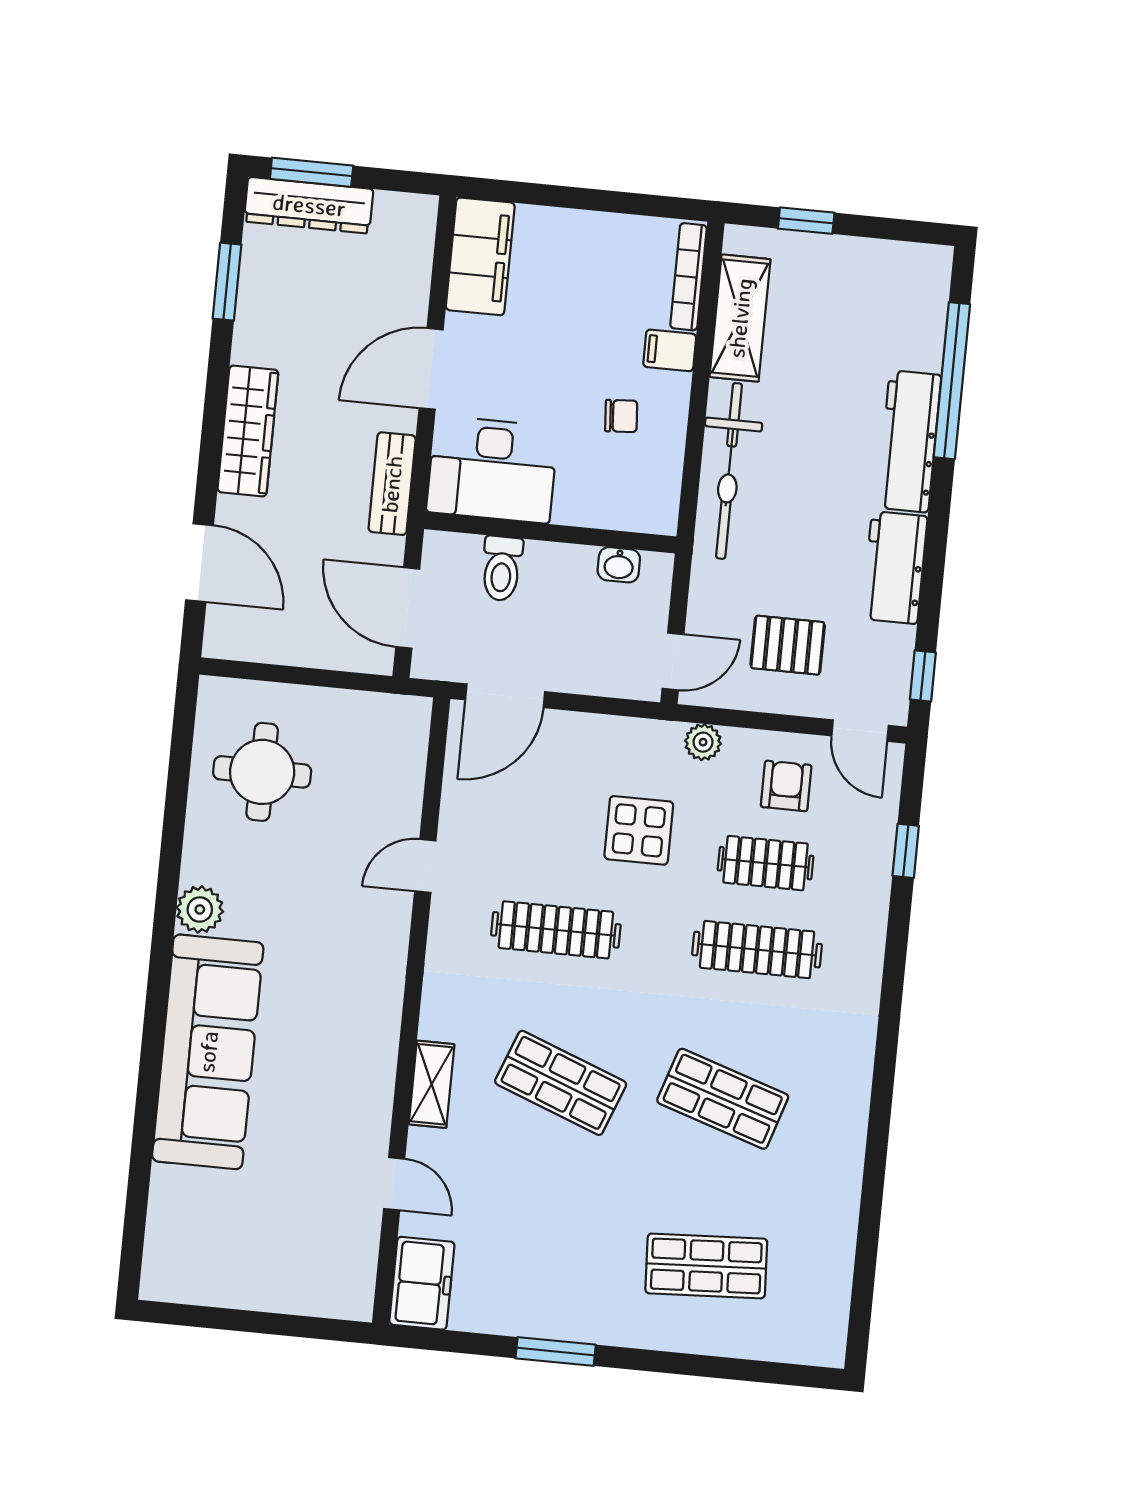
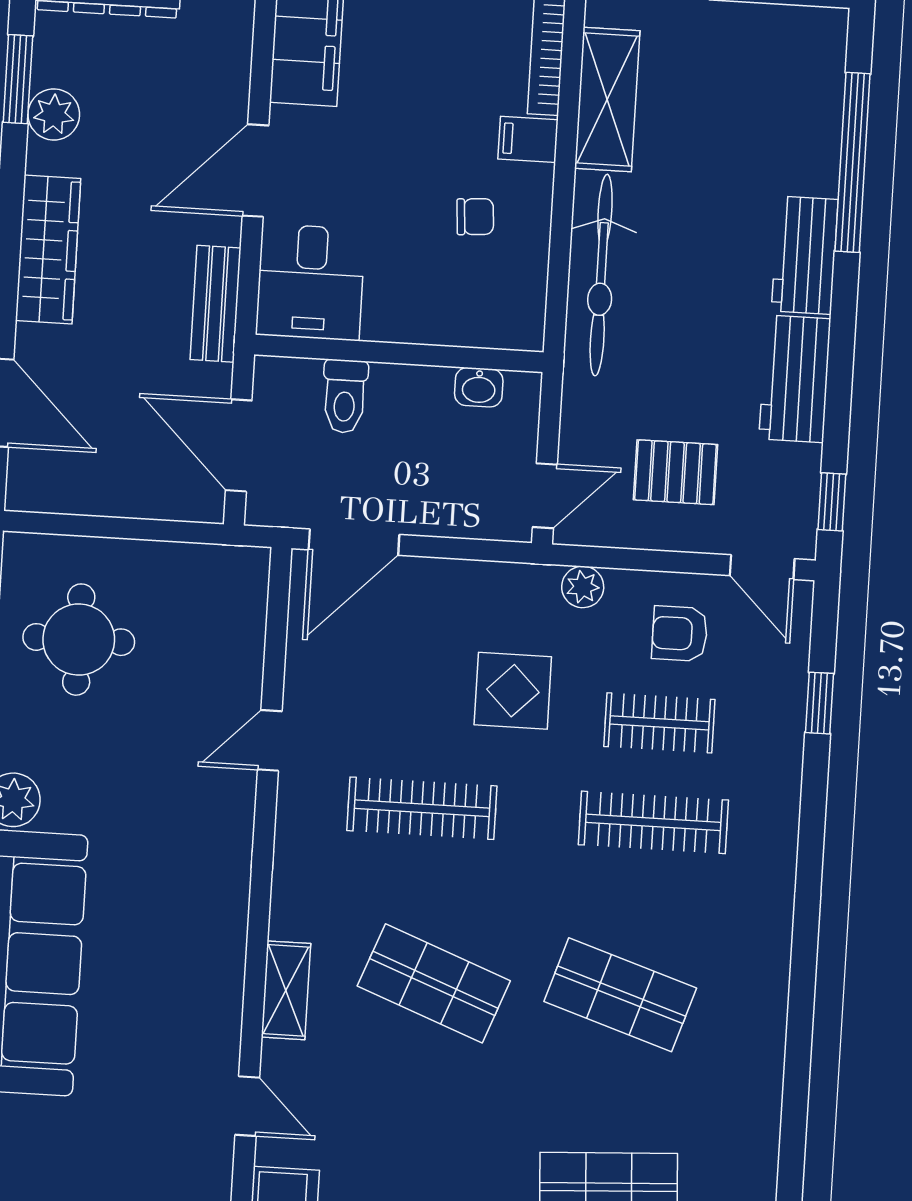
plant: (257, 313) -> (54, 114), added
workbench: (909, 441) -> (805, 255), width x0.73
desk: (492, 469) -> (310, 282), width x0.73
armchair: (786, 786) -> (680, 634), turned -90

